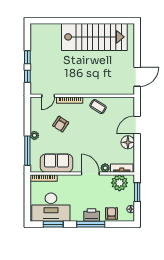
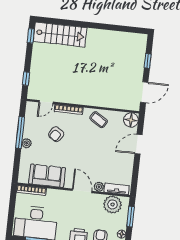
stairs: (94, 37) -> (60, 35), moved, width x0.73, depth x0.66
window: (137, 48) -> (148, 61), added
window: (27, 57) -> (31, 36), moved
floor lamp: (128, 142) -> (131, 120), moved
window: (27, 151) -> (20, 133), moved

